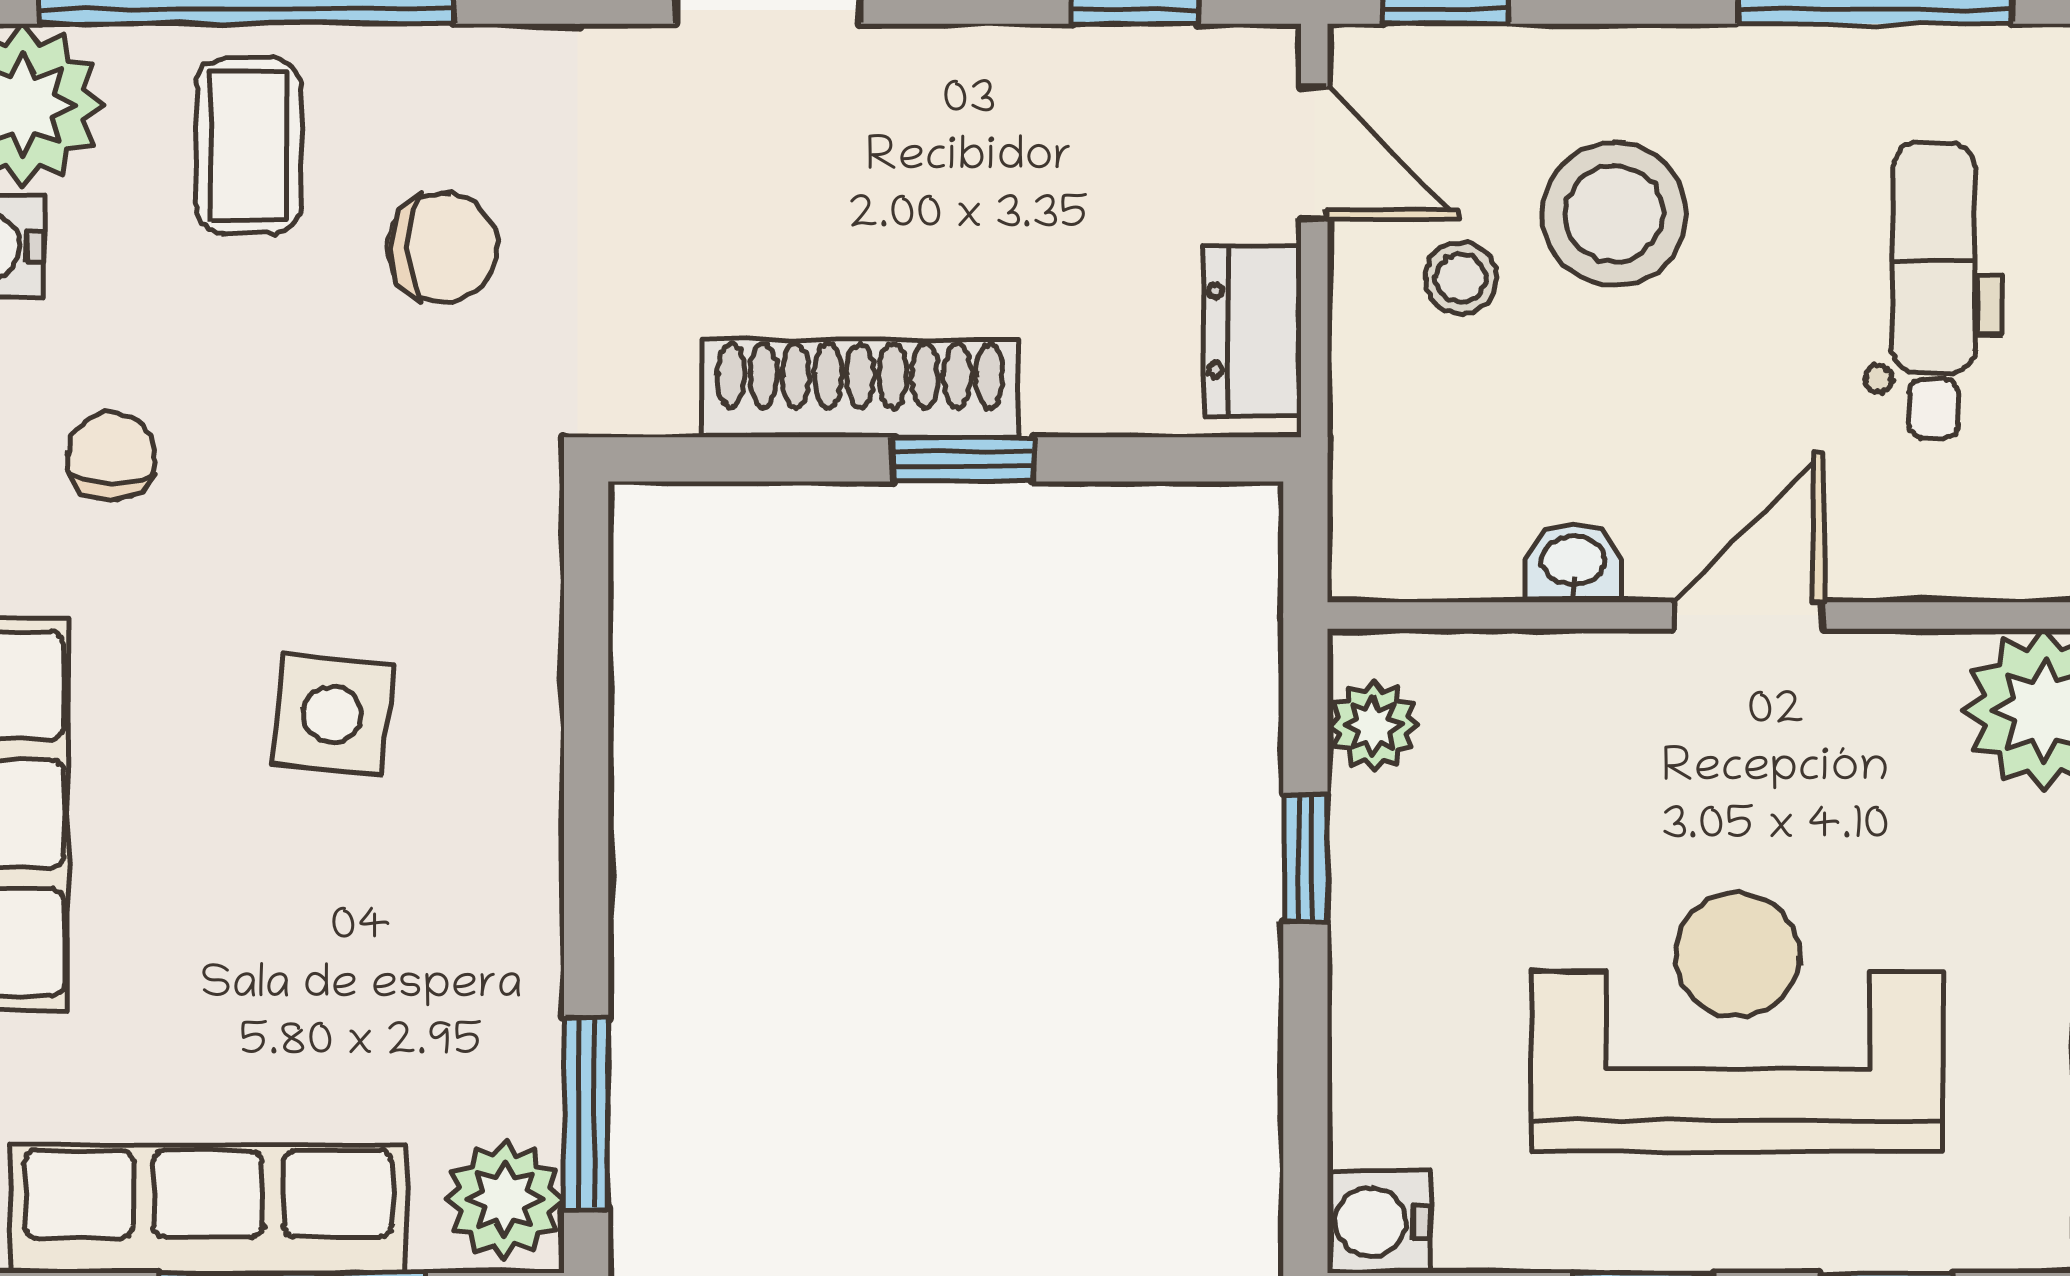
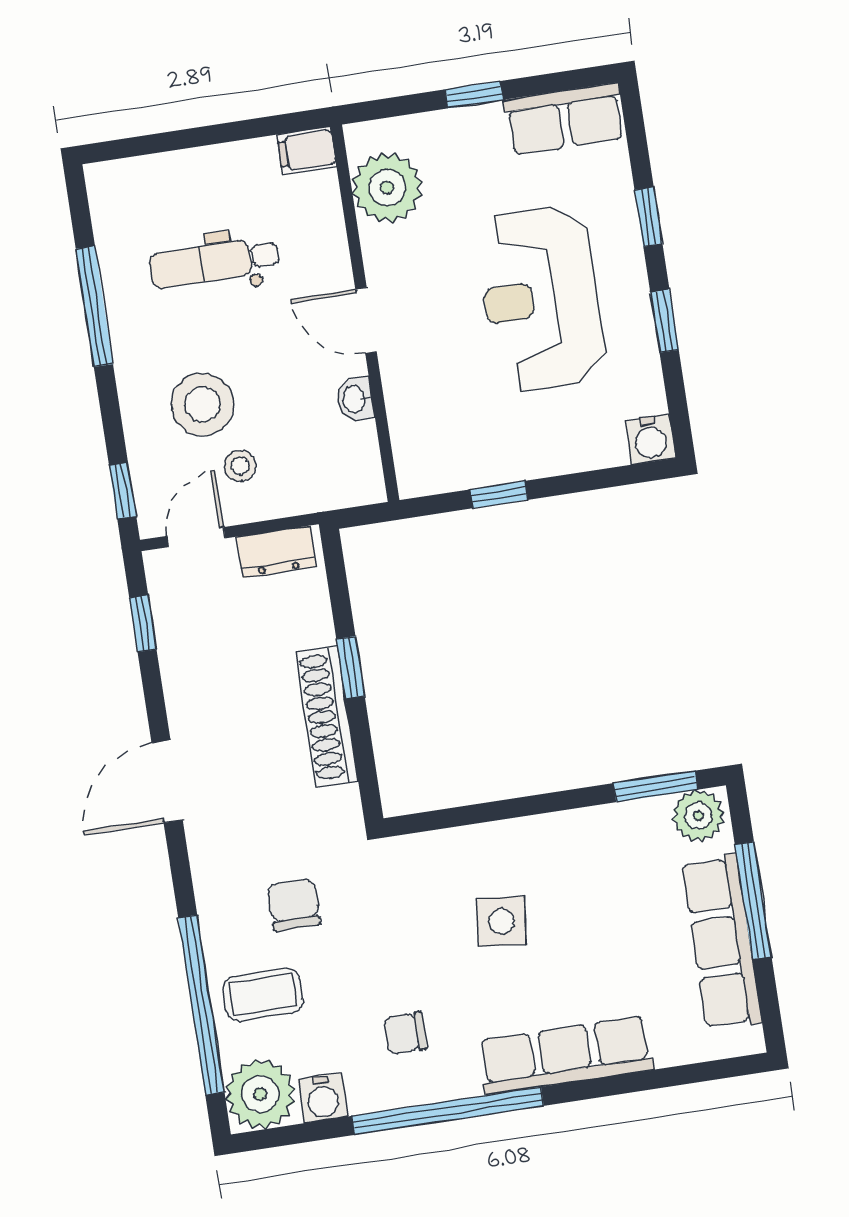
plant: (1373, 726) -> (438, 474), removed

